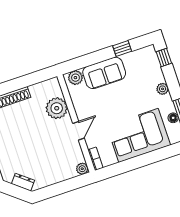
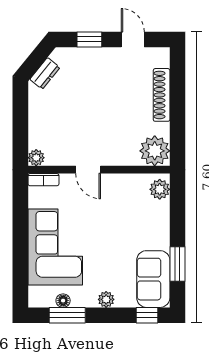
window: (122, 49) -> (177, 264), width x1.50
sofa: (104, 73) -> (153, 279), moved
plant: (57, 108) -> (155, 151), moved

